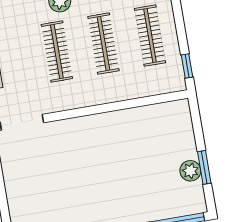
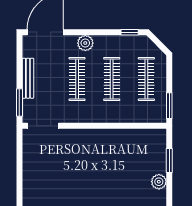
window: (187, 66) -> (169, 106), width x1.50
window: (204, 167) -> (169, 161), moved

